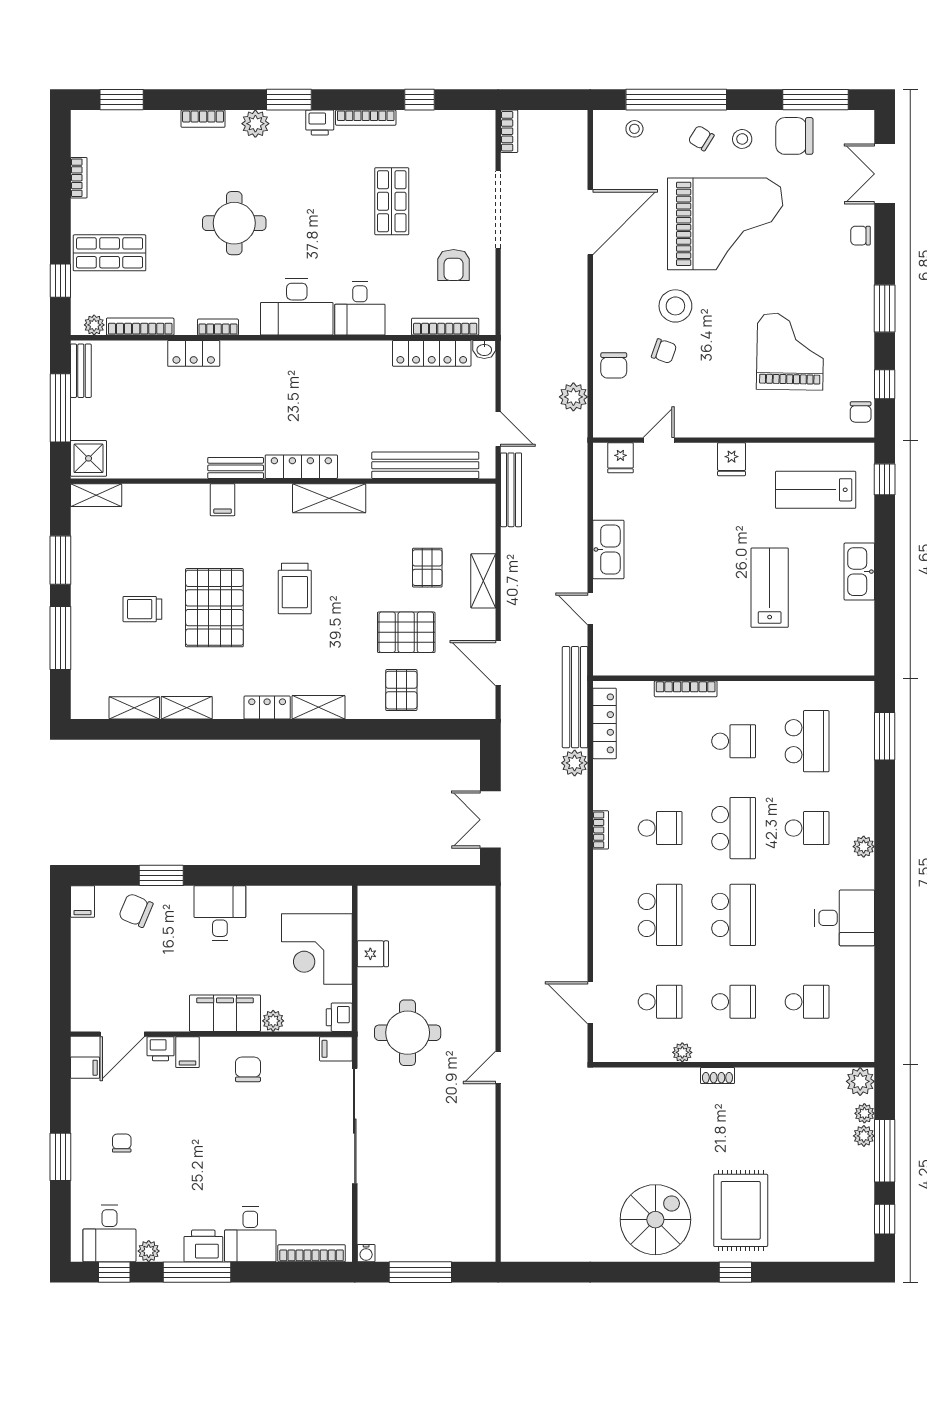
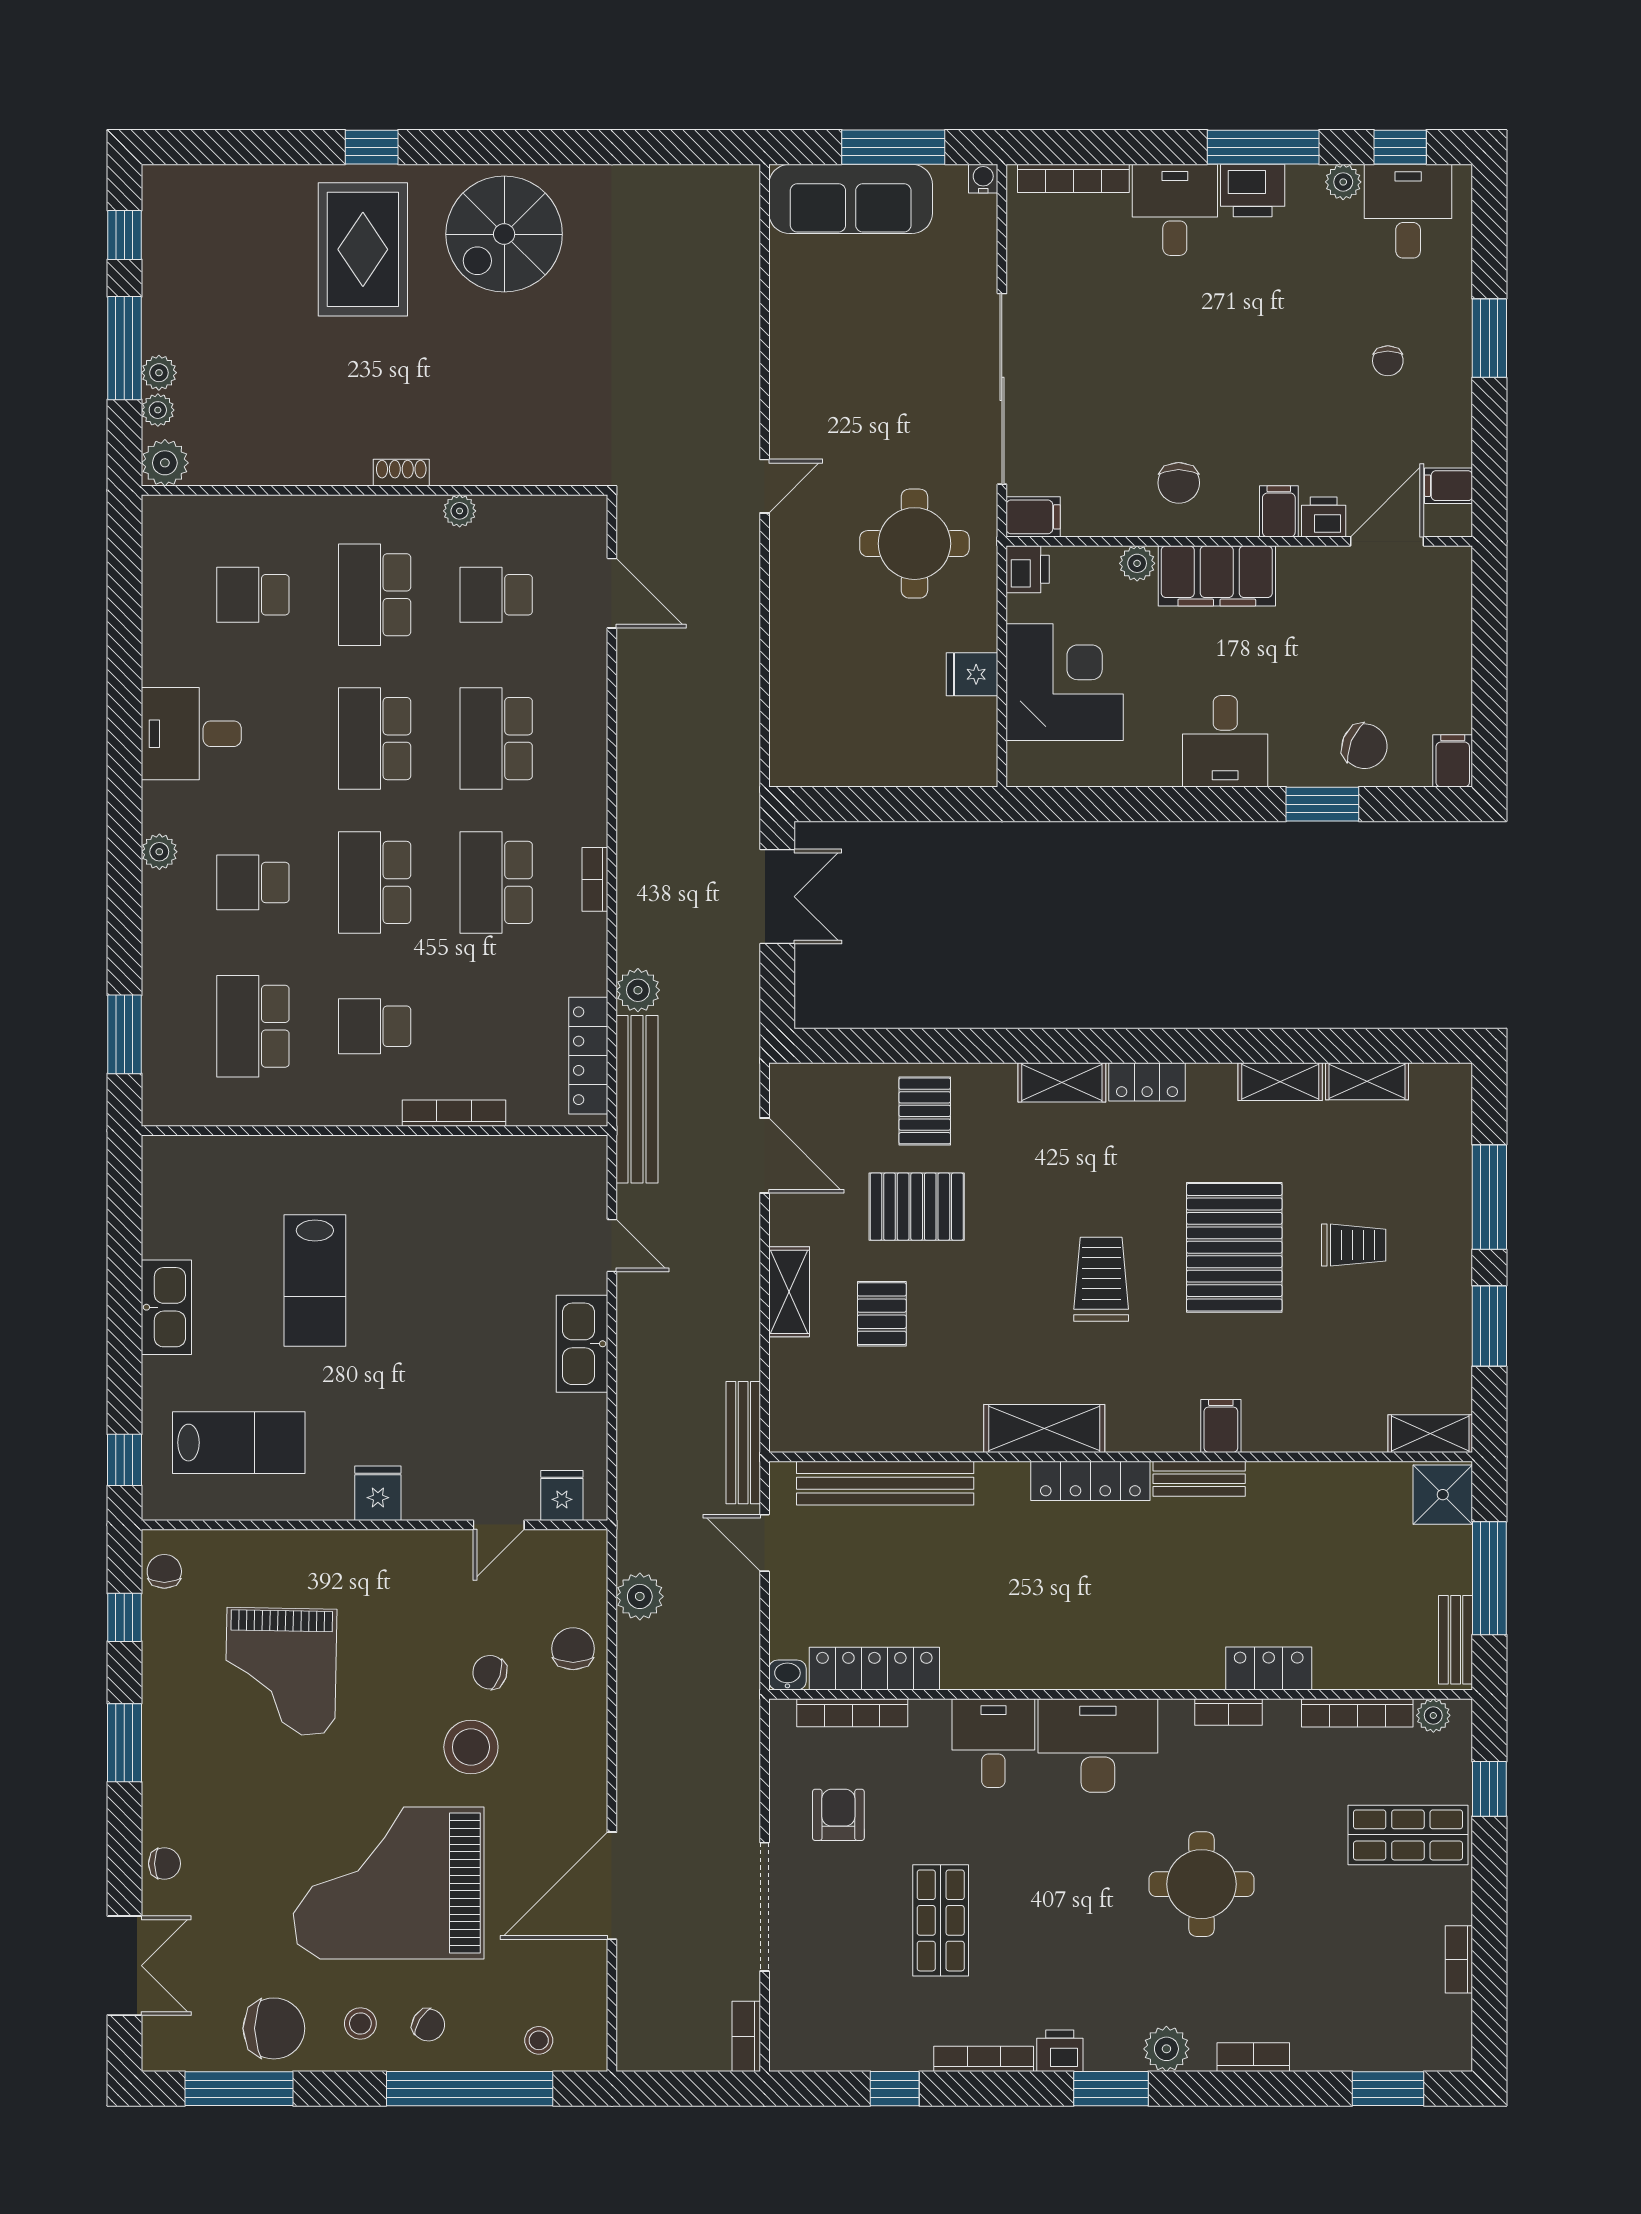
school desk: (660, 828) -> (496, 882), width x1.85
school desk: (734, 1002) -> (375, 595), width x1.85
sofa: (446, 1241) -> (851, 199), added

